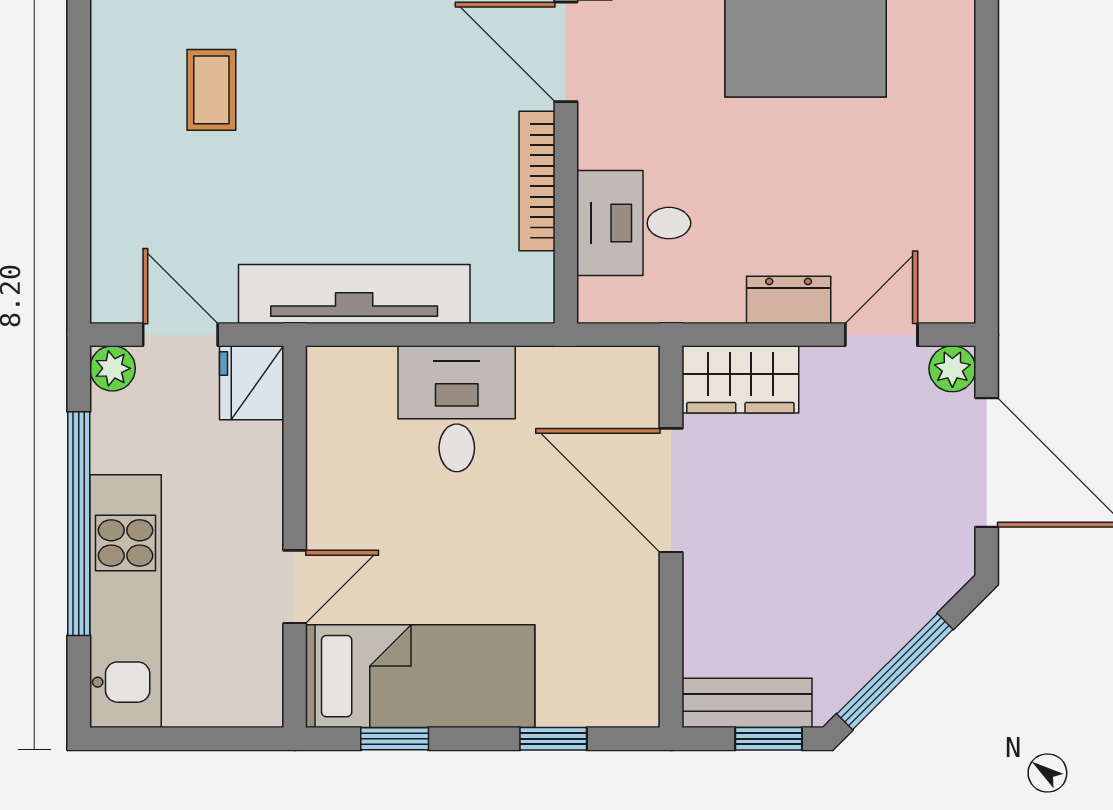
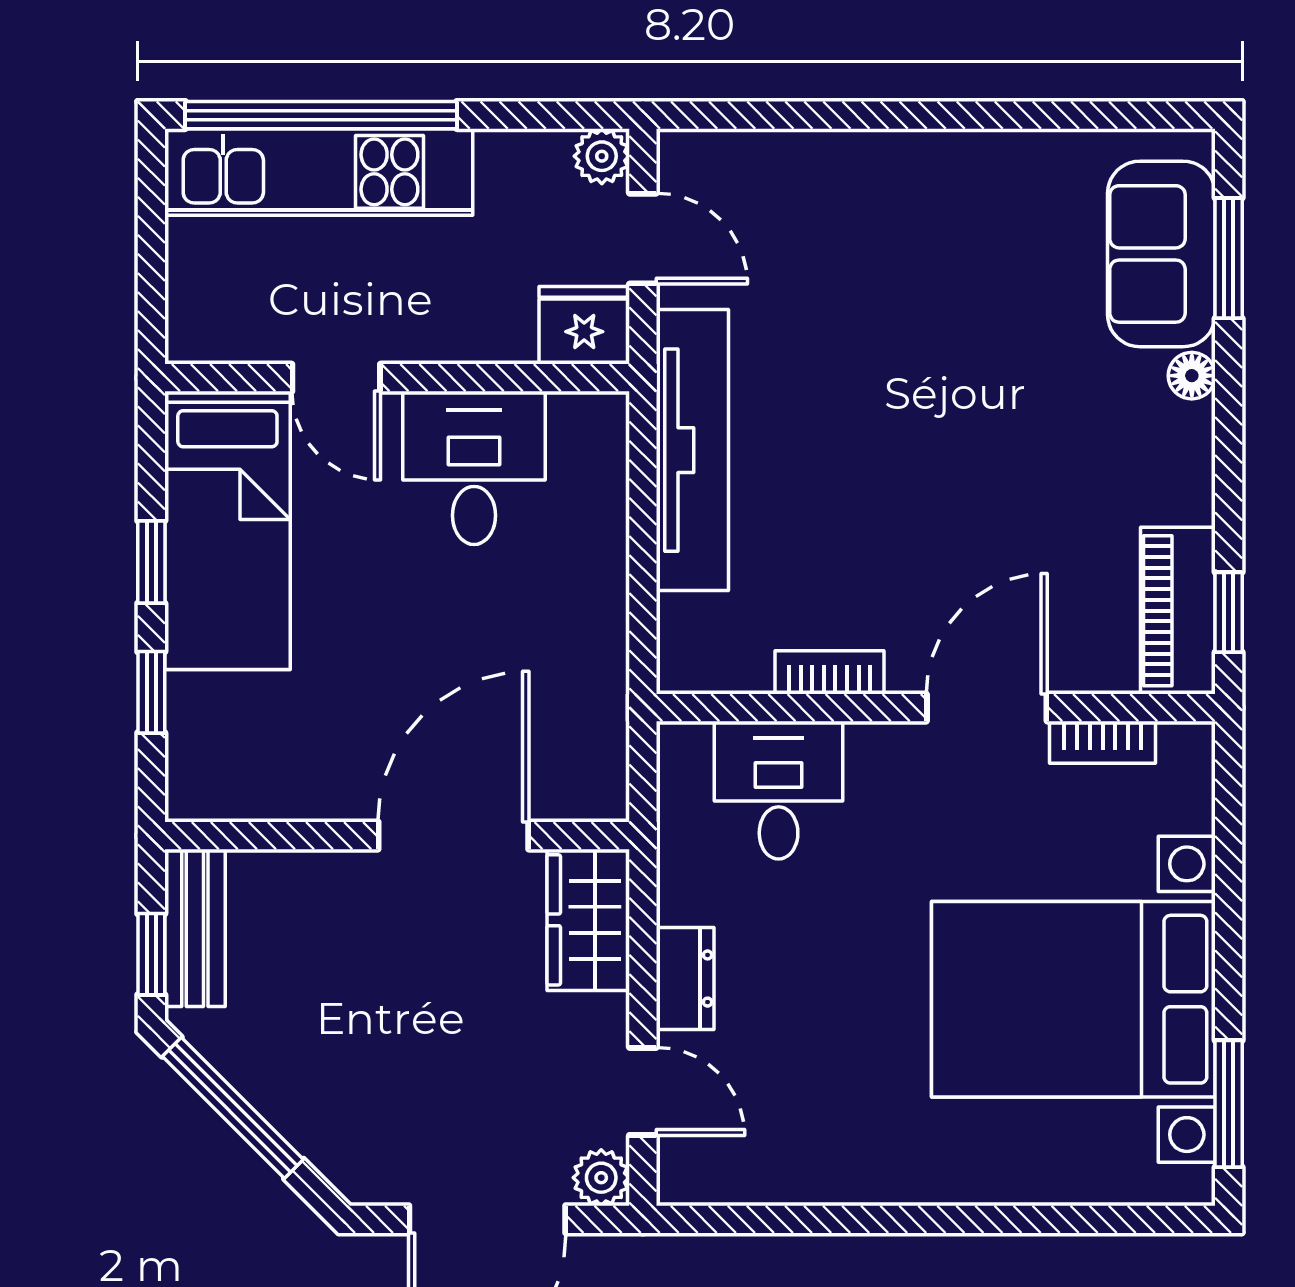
coffee table: (211, 90) -> (941, 276), removed
bookcase: (537, 181) -> (830, 672), width x0.64
door: (180, 335) -> (643, 239), hinge flipped
desk: (457, 409) -> (474, 468), moved, turned -90
window: (79, 524) -> (321, 115), moved
window: (395, 739) -> (151, 562), moved

